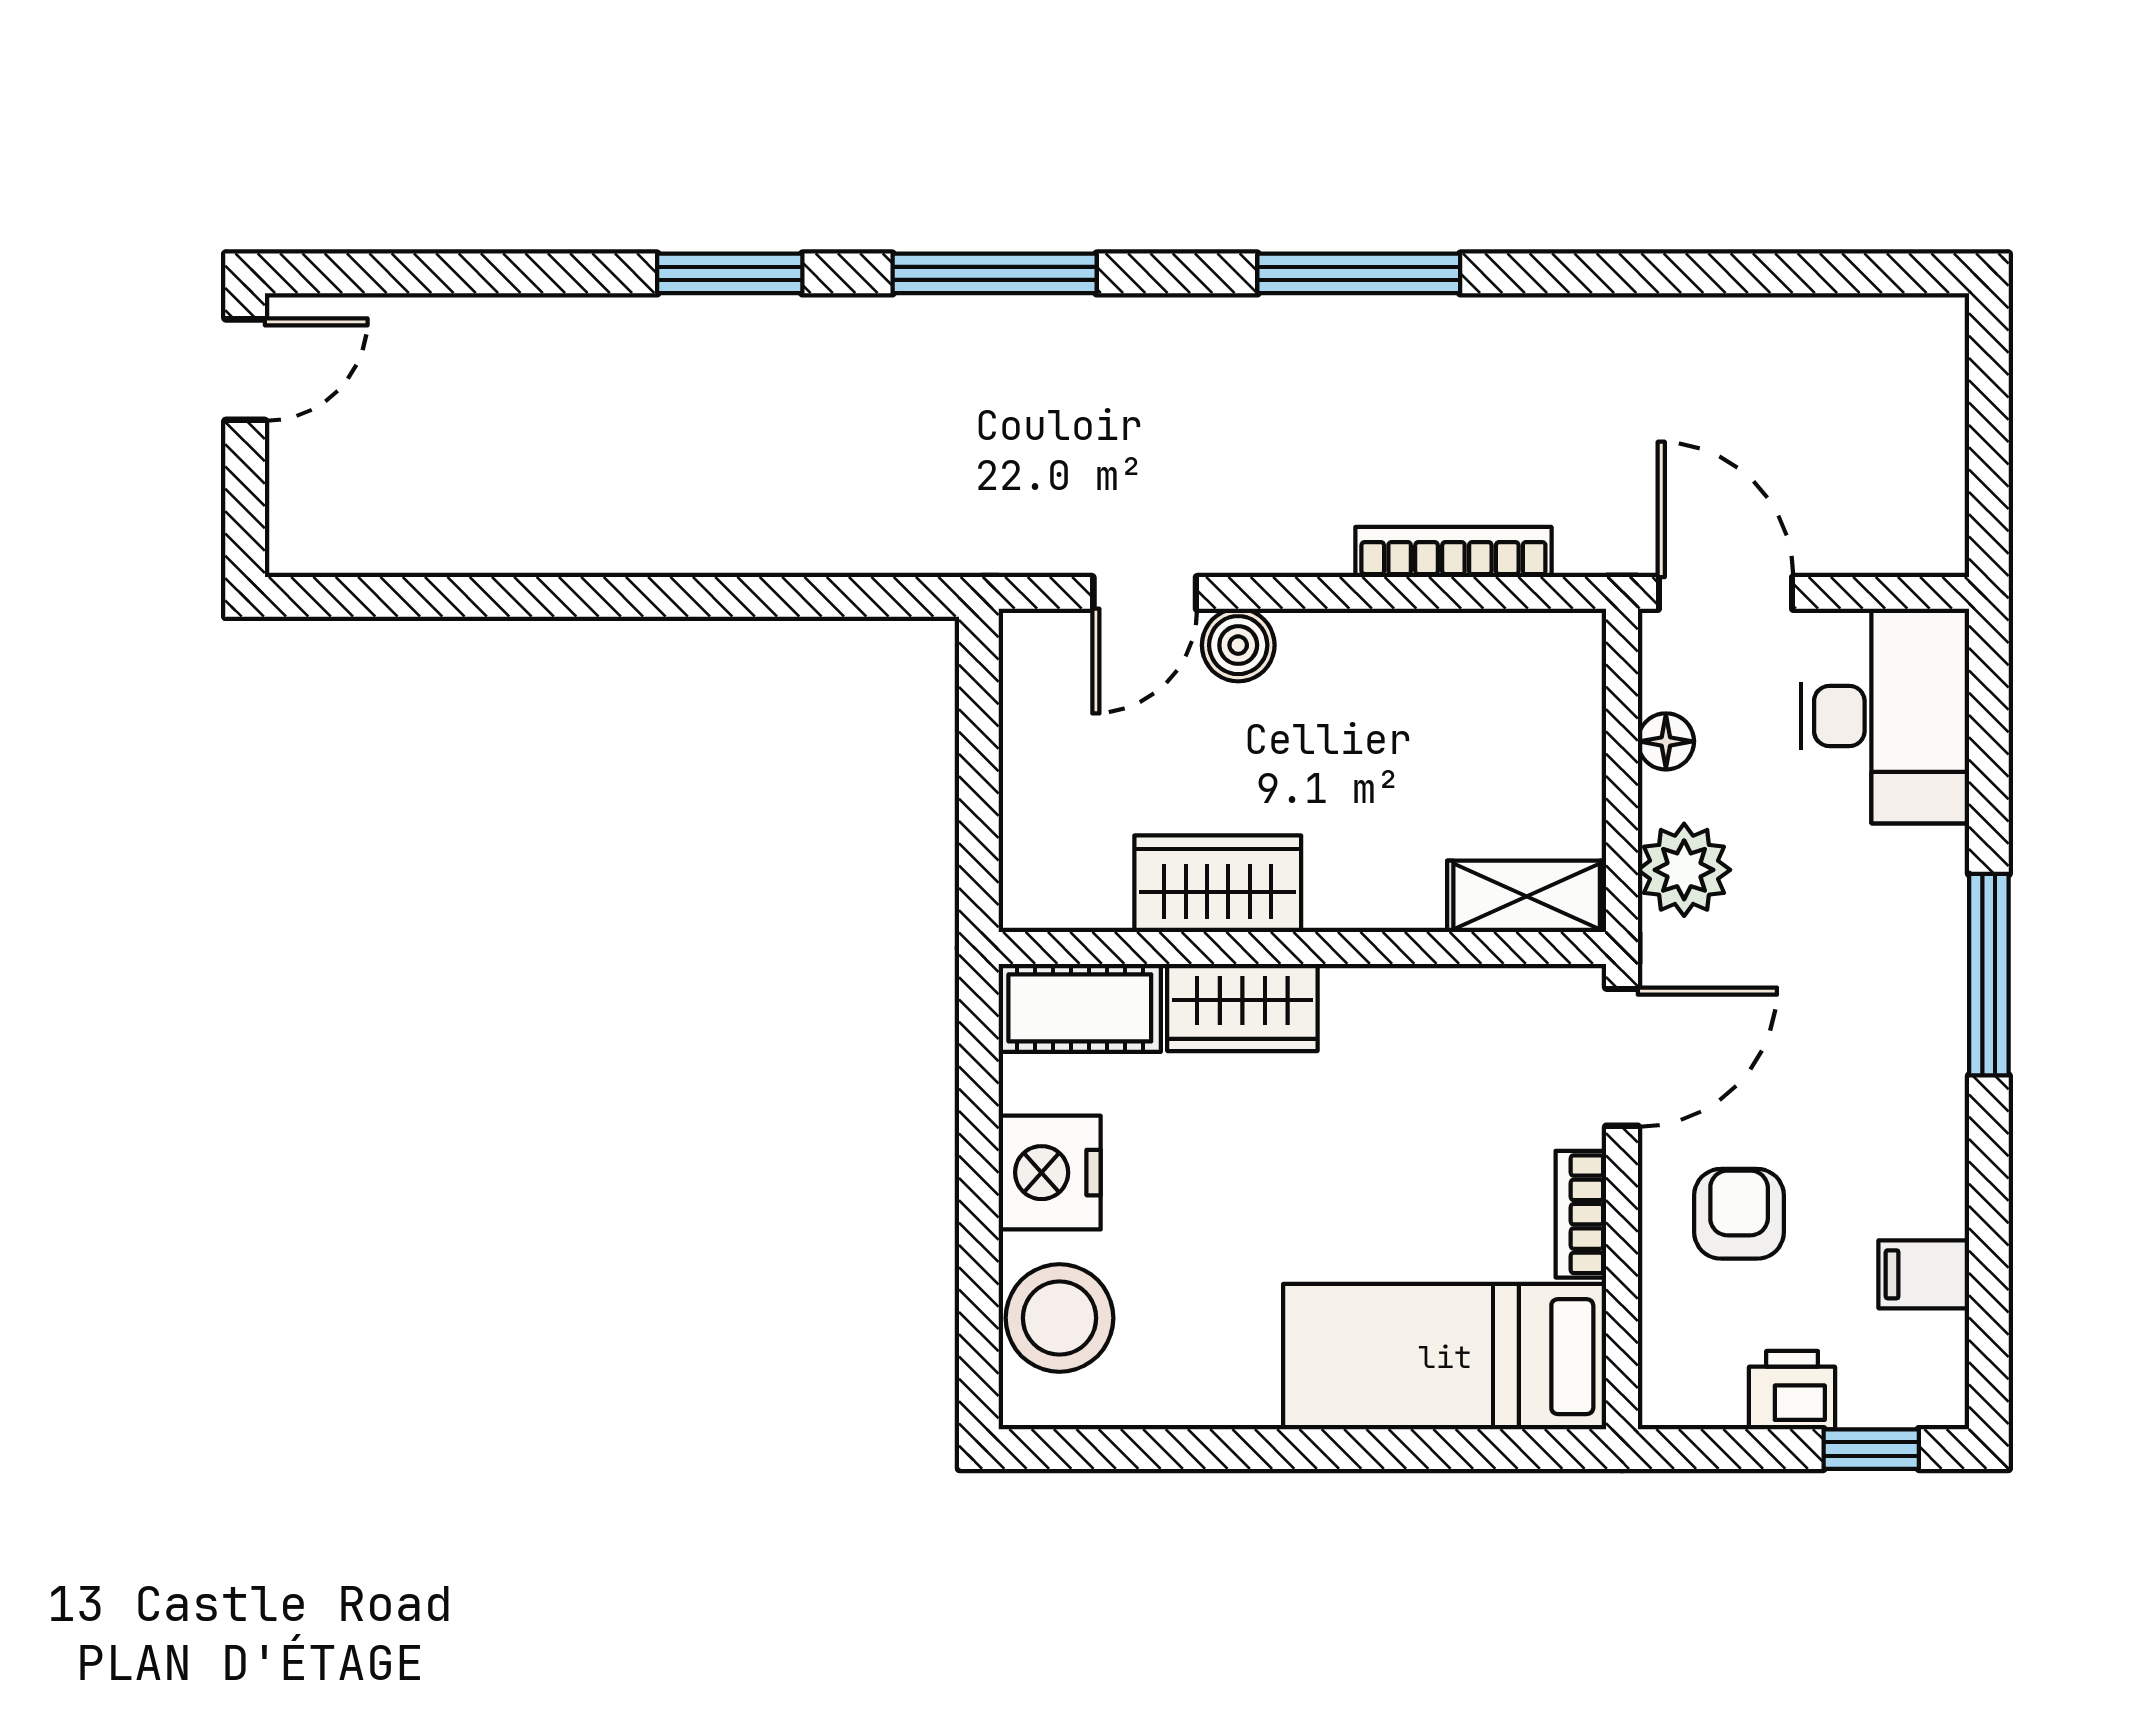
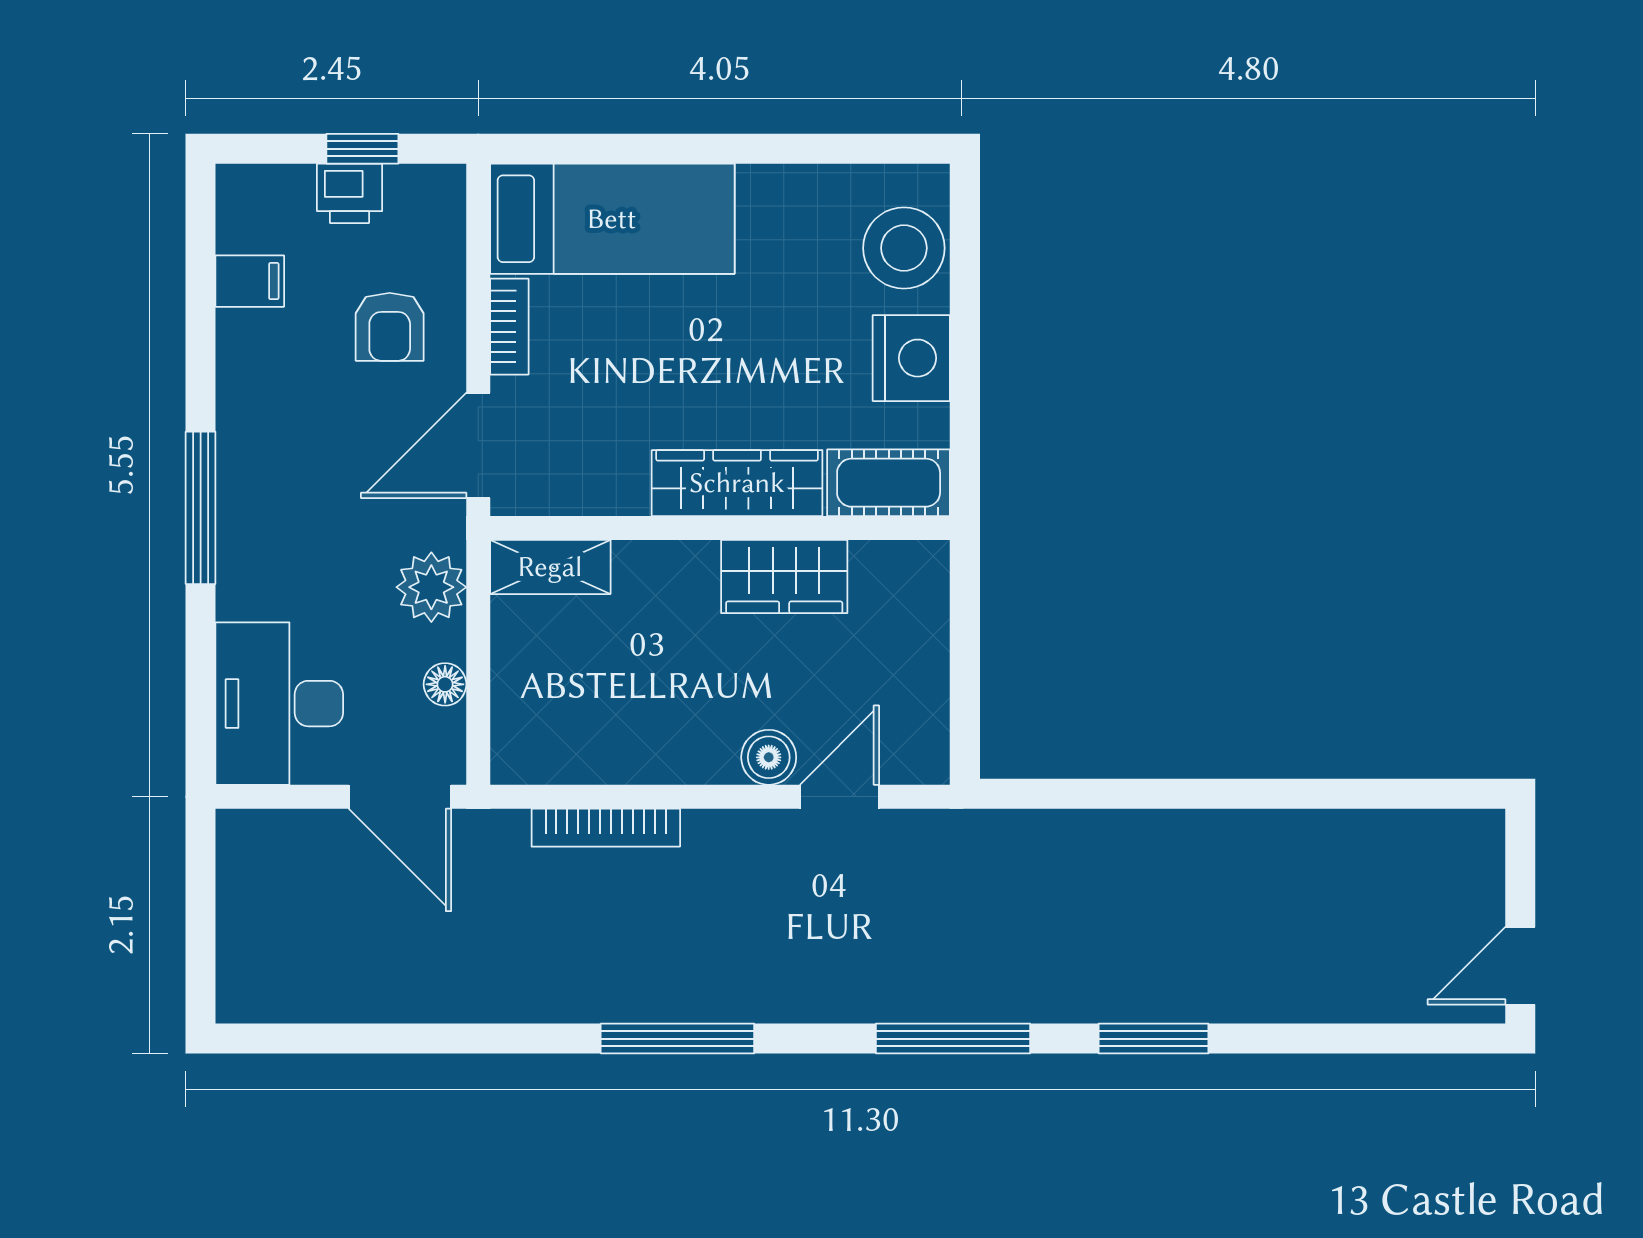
wardrobe: (1242, 1007) -> (737, 483), width x1.50
window: (1871, 1449) -> (362, 149), moved

